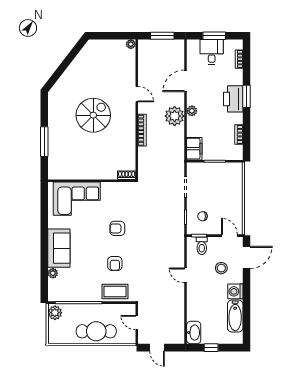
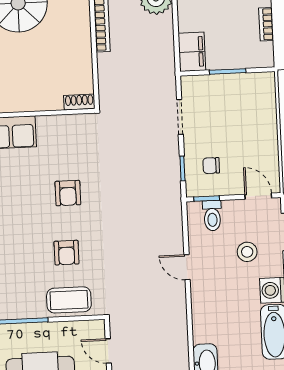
armchair: (117, 228) -> (68, 193), turned -90

